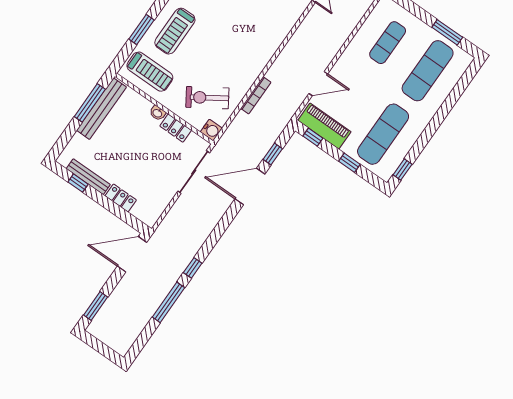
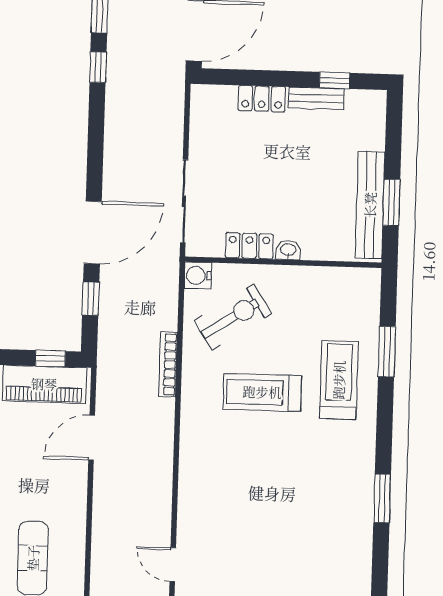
treadmill: (150, 72) -> (262, 392), moved
window: (90, 103) -> (391, 202), width x0.69
bench: (88, 177) -> (316, 98), width x0.73

